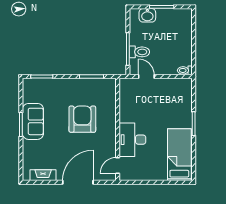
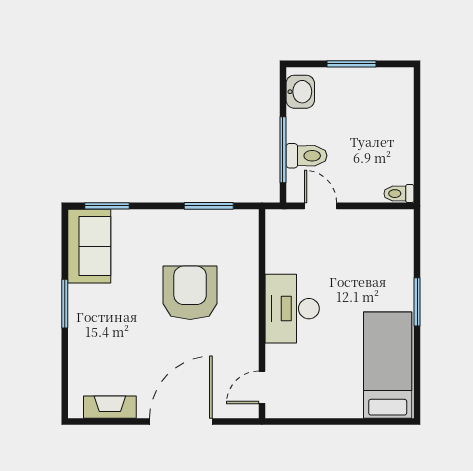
washbasin: (147, 15) -> (300, 92), moved, turned -90
sofa: (33, 121) -> (89, 246), moved
desk: (132, 140) -> (292, 309), moved

